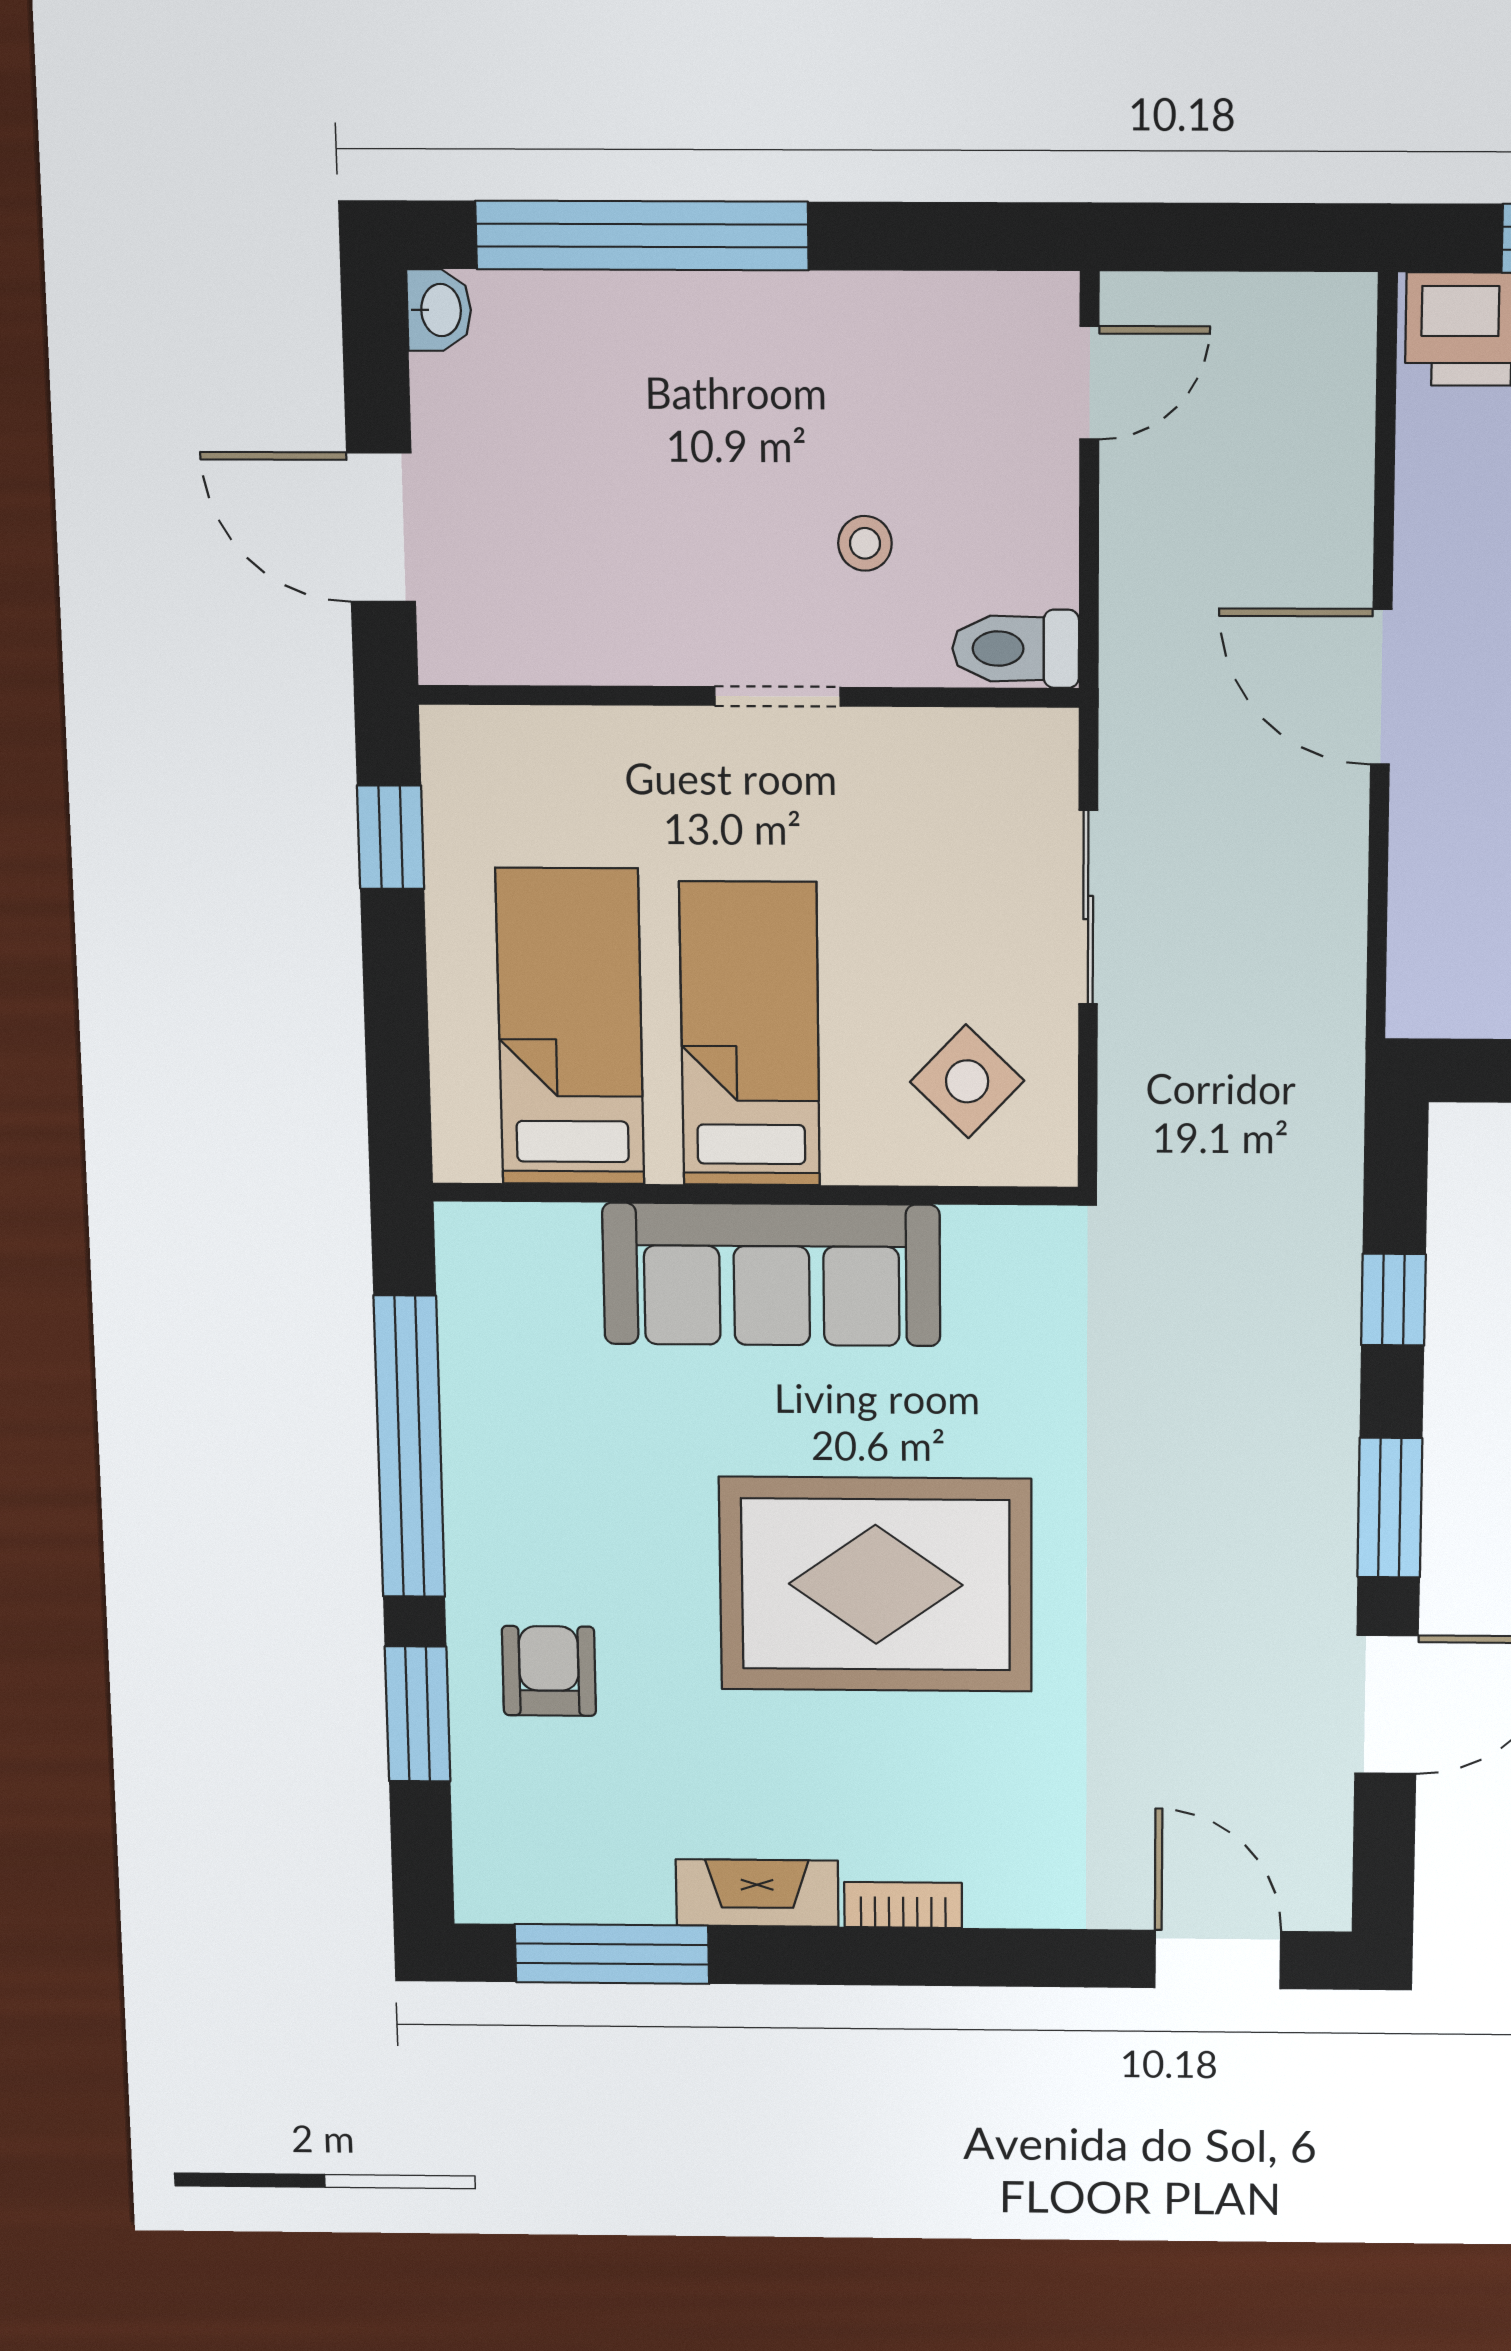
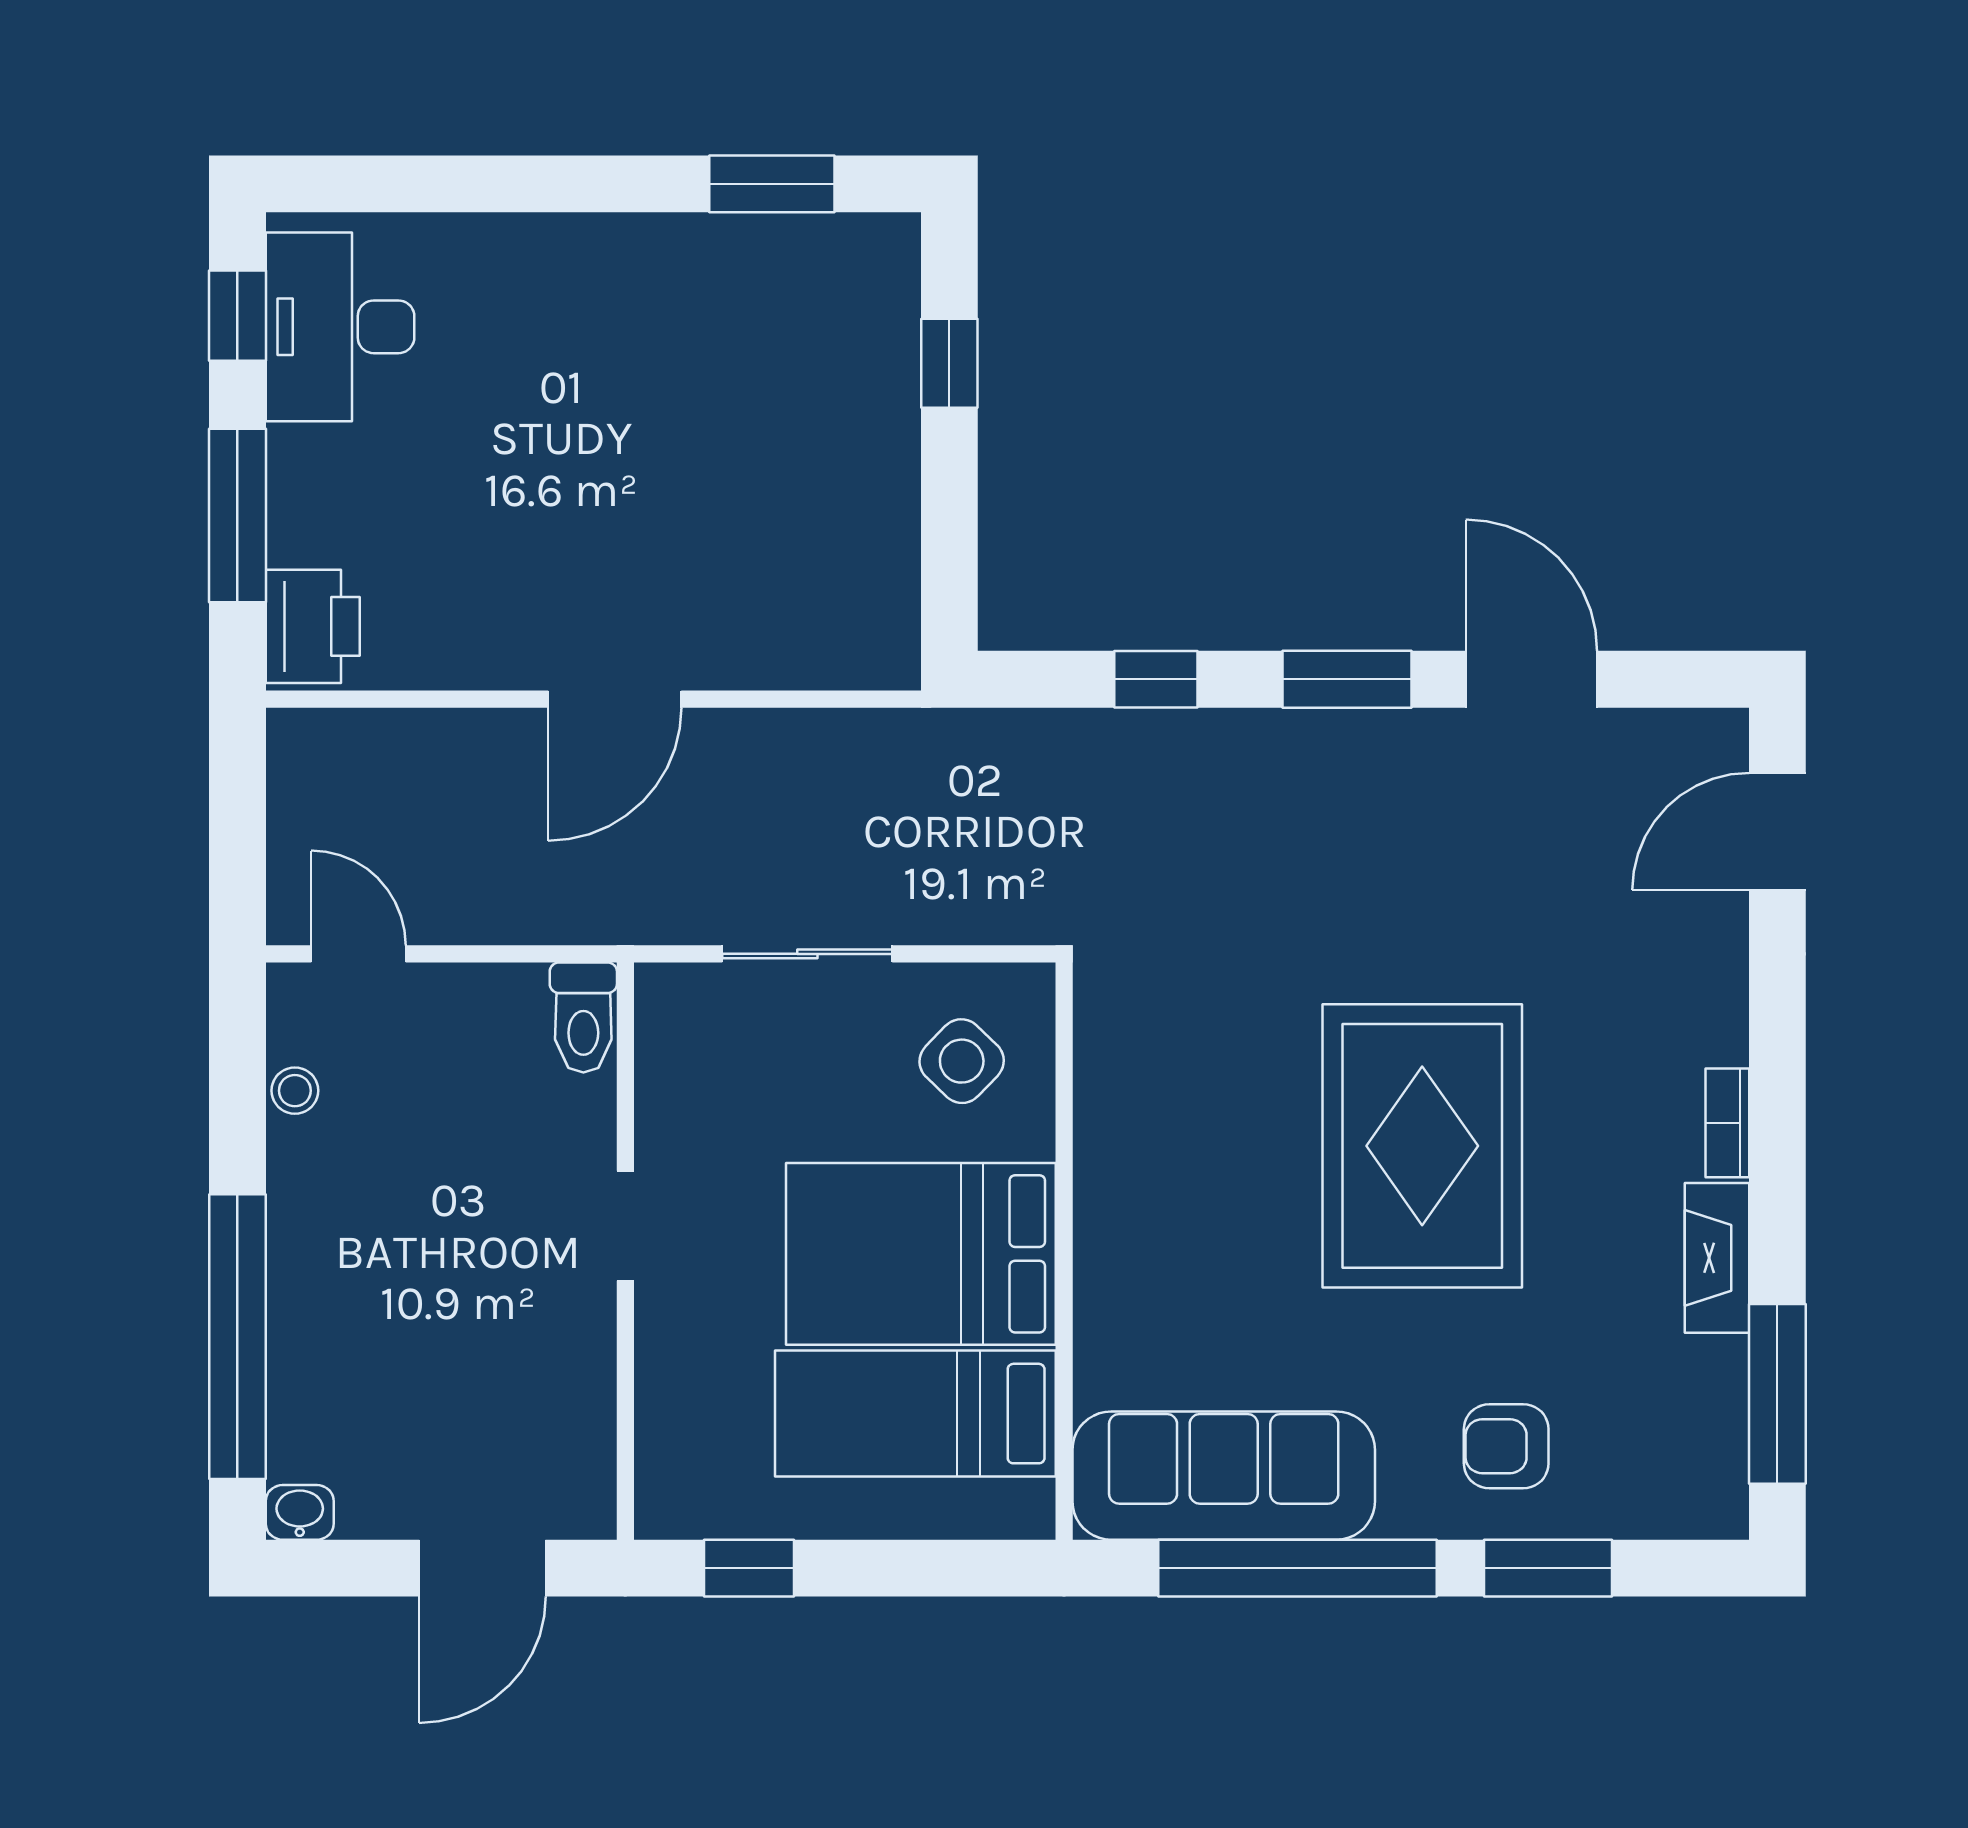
stool: (865, 543) -> (295, 1091), moved
bed: (750, 1034) -> (921, 1254), width x1.50
sofa: (772, 1274) -> (1224, 1476), moved, turned -90

